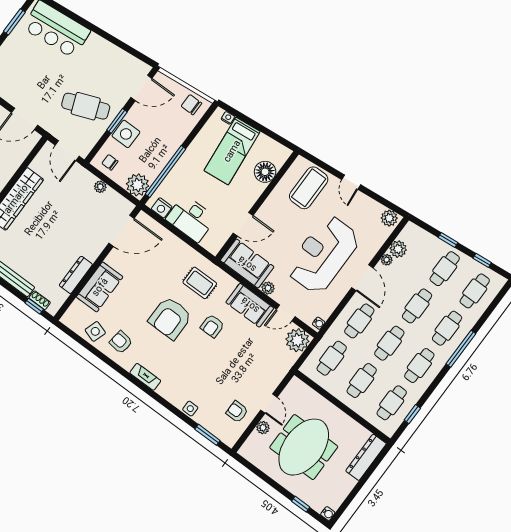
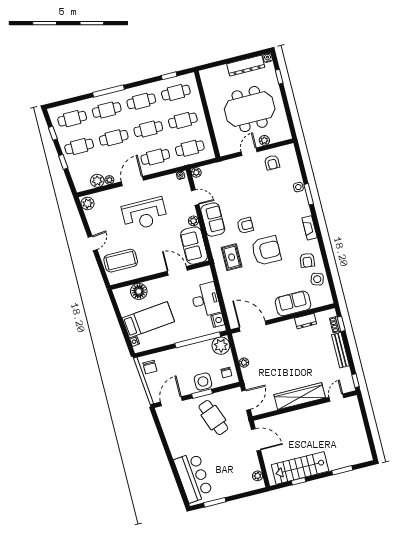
door: (141, 88) -> (171, 401), hinge flipped
reception desk: (323, 254) -> (144, 214), width x0.74, depth x0.77
dresser: (76, 275) -> (306, 321), width x0.70
plant: (297, 340) -> (196, 173), width x0.53, depth x0.53
window: (207, 435) -> (309, 194), moved
dresser: (366, 457) -> (246, 66), moved

